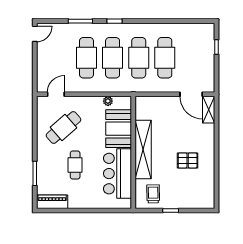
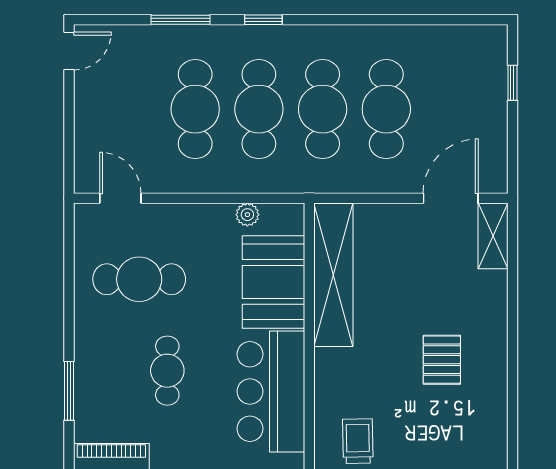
door: (56, 94) -> (120, 198), hinge flipped
door: (191, 94) -> (451, 198), swing flipped
cafe table: (63, 128) -> (139, 279), turned 41
shelving: (143, 149) -> (333, 275), moved
pallet: (188, 160) -> (442, 360), turned 90

